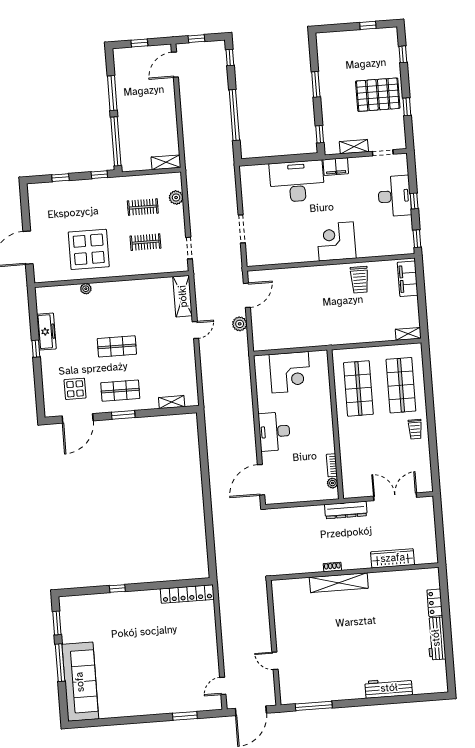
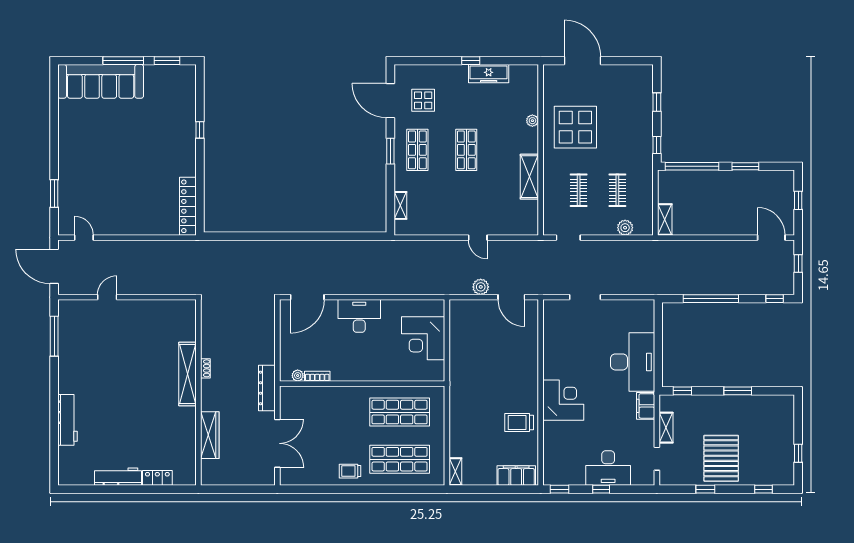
window: (112, 93) -> (745, 166), width x0.69
shelving: (183, 296) -> (529, 177), moved, turned 90
door: (261, 480) -> (307, 297), swing flipped

